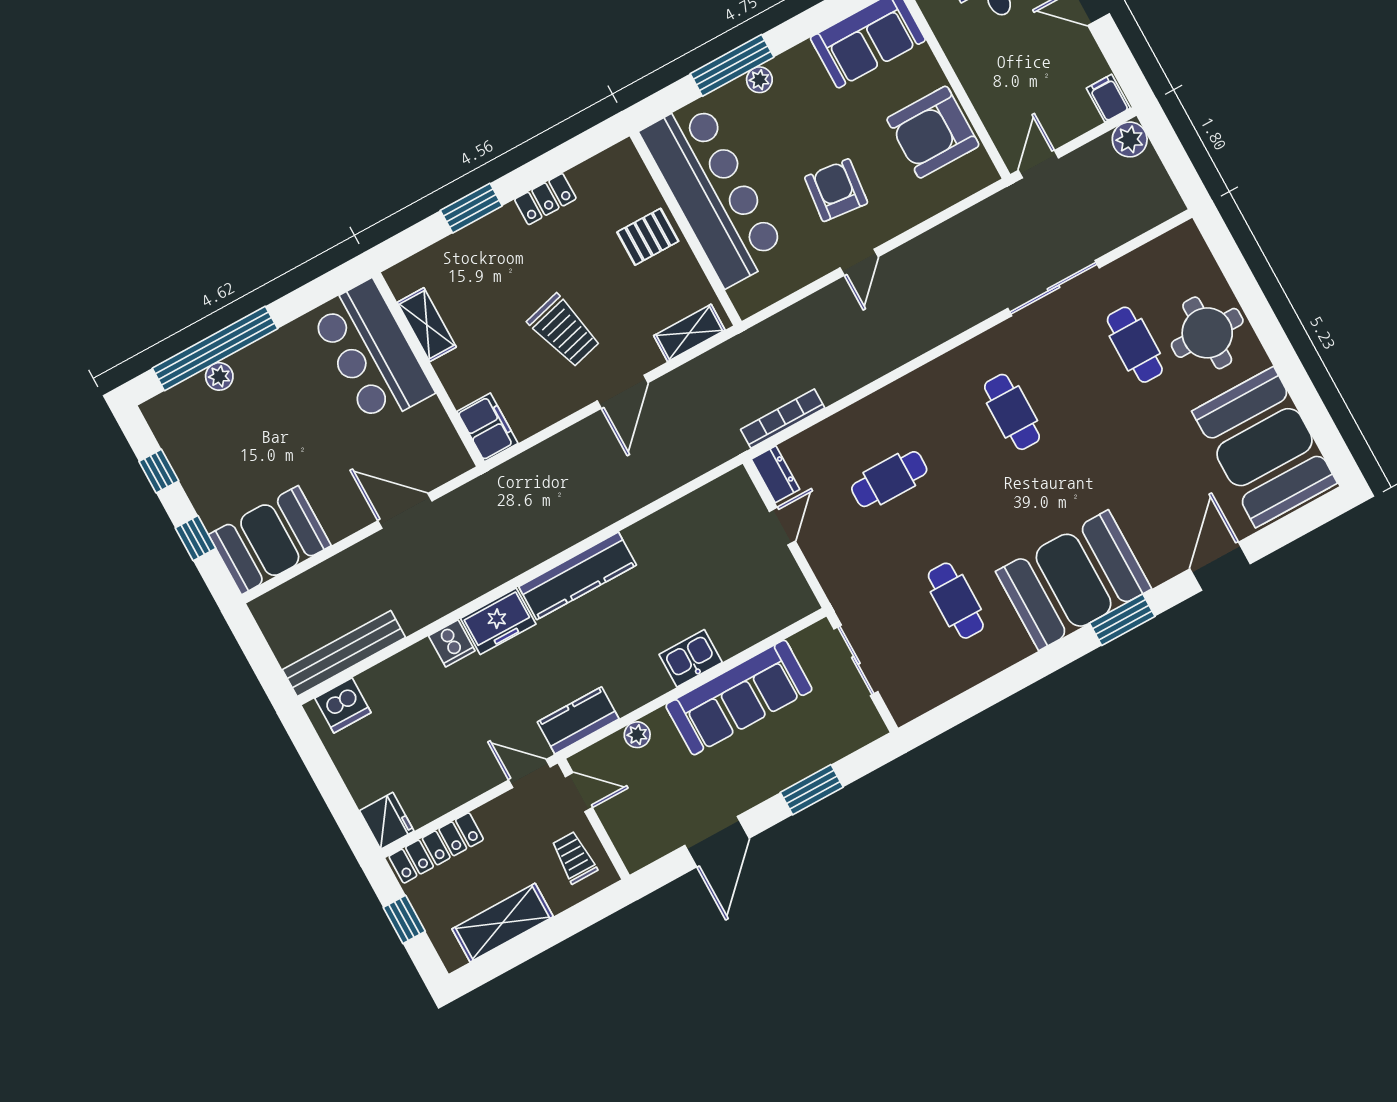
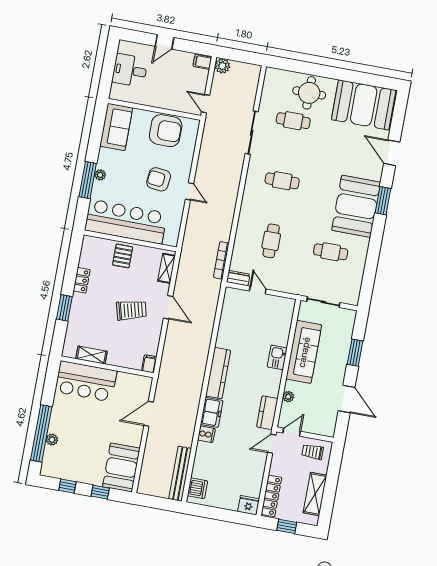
armchair: (933, 132) -> (166, 131), turned -90
filing cabinet: (487, 427) -> (149, 364), width x0.50

